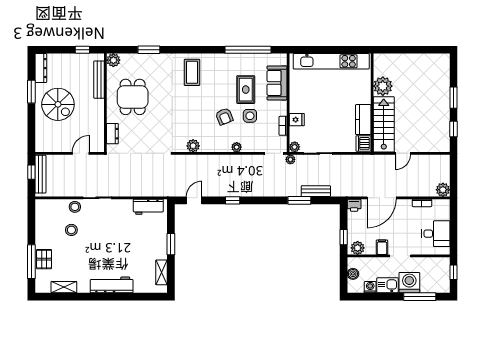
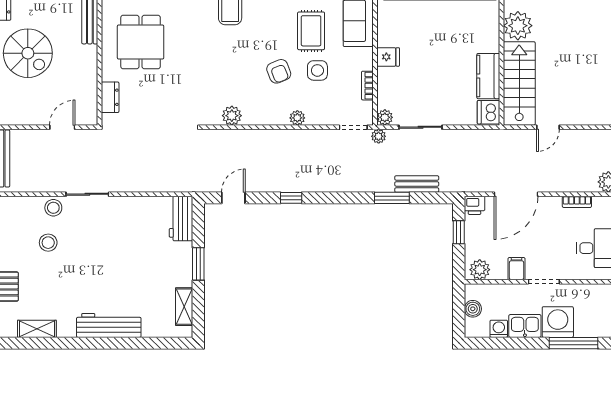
fridge: (297, 120) -> (388, 57), moved
workbench: (148, 207) -> (181, 218), moved, turned 90
window: (344, 237) -> (459, 232), moved

